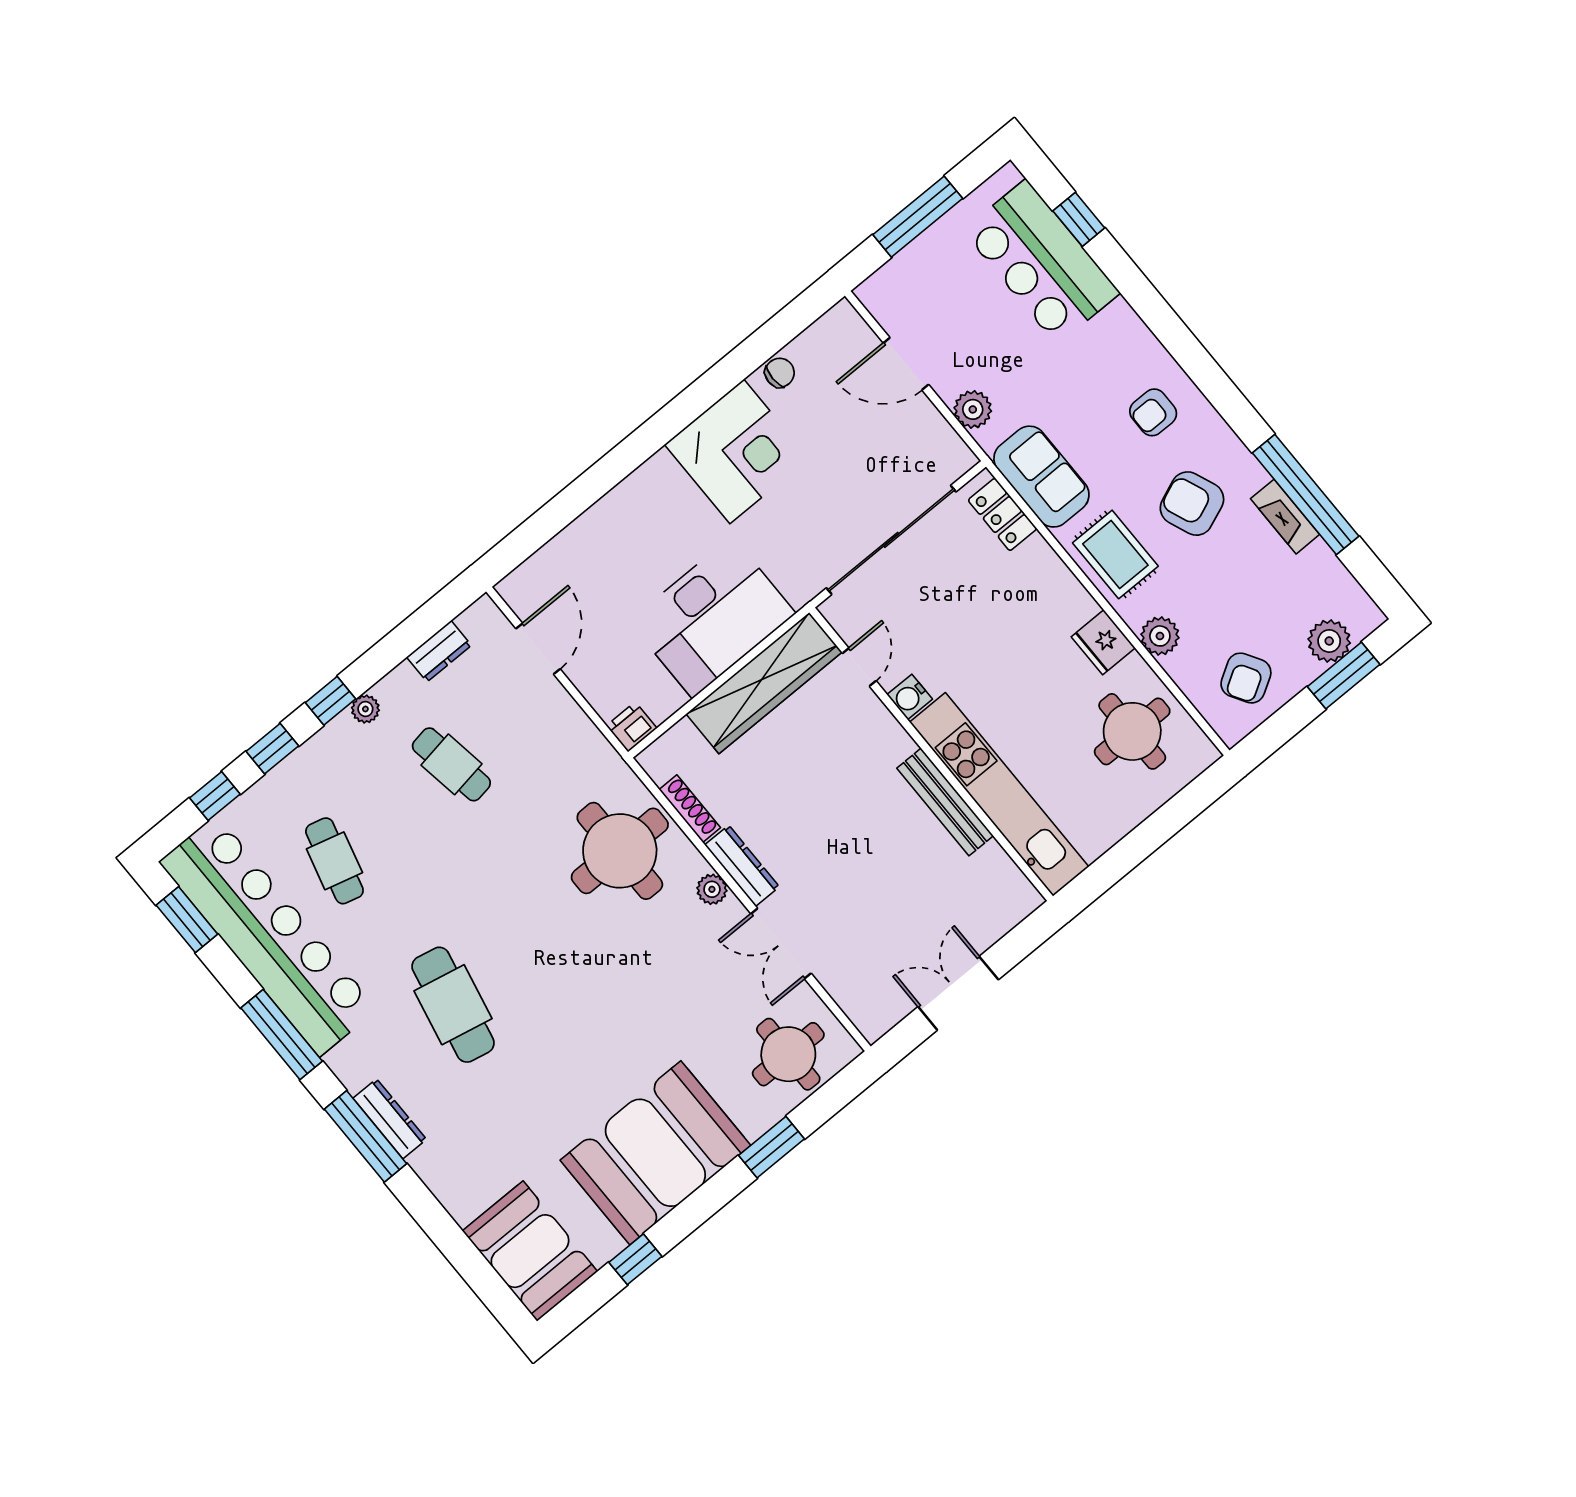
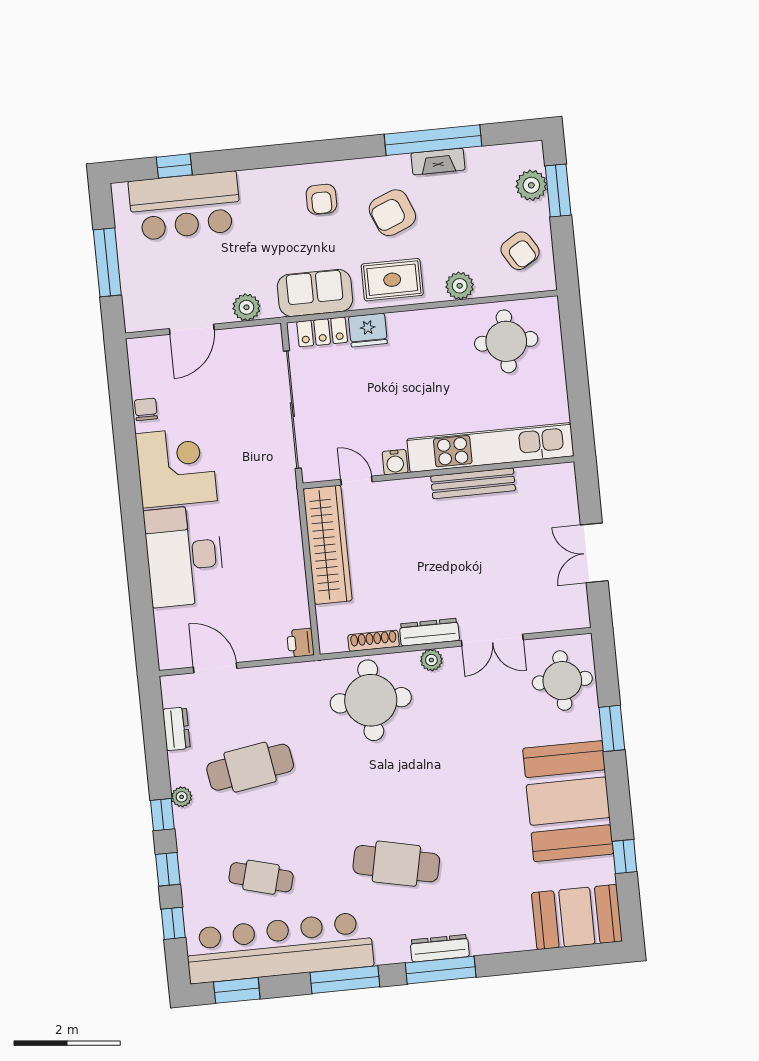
desk: (712, 617) -> (184, 556), moved, turned 180
fridge: (1103, 642) -> (368, 330), moved
cafe table: (451, 764) -> (250, 767), width x1.37, depth x1.35

